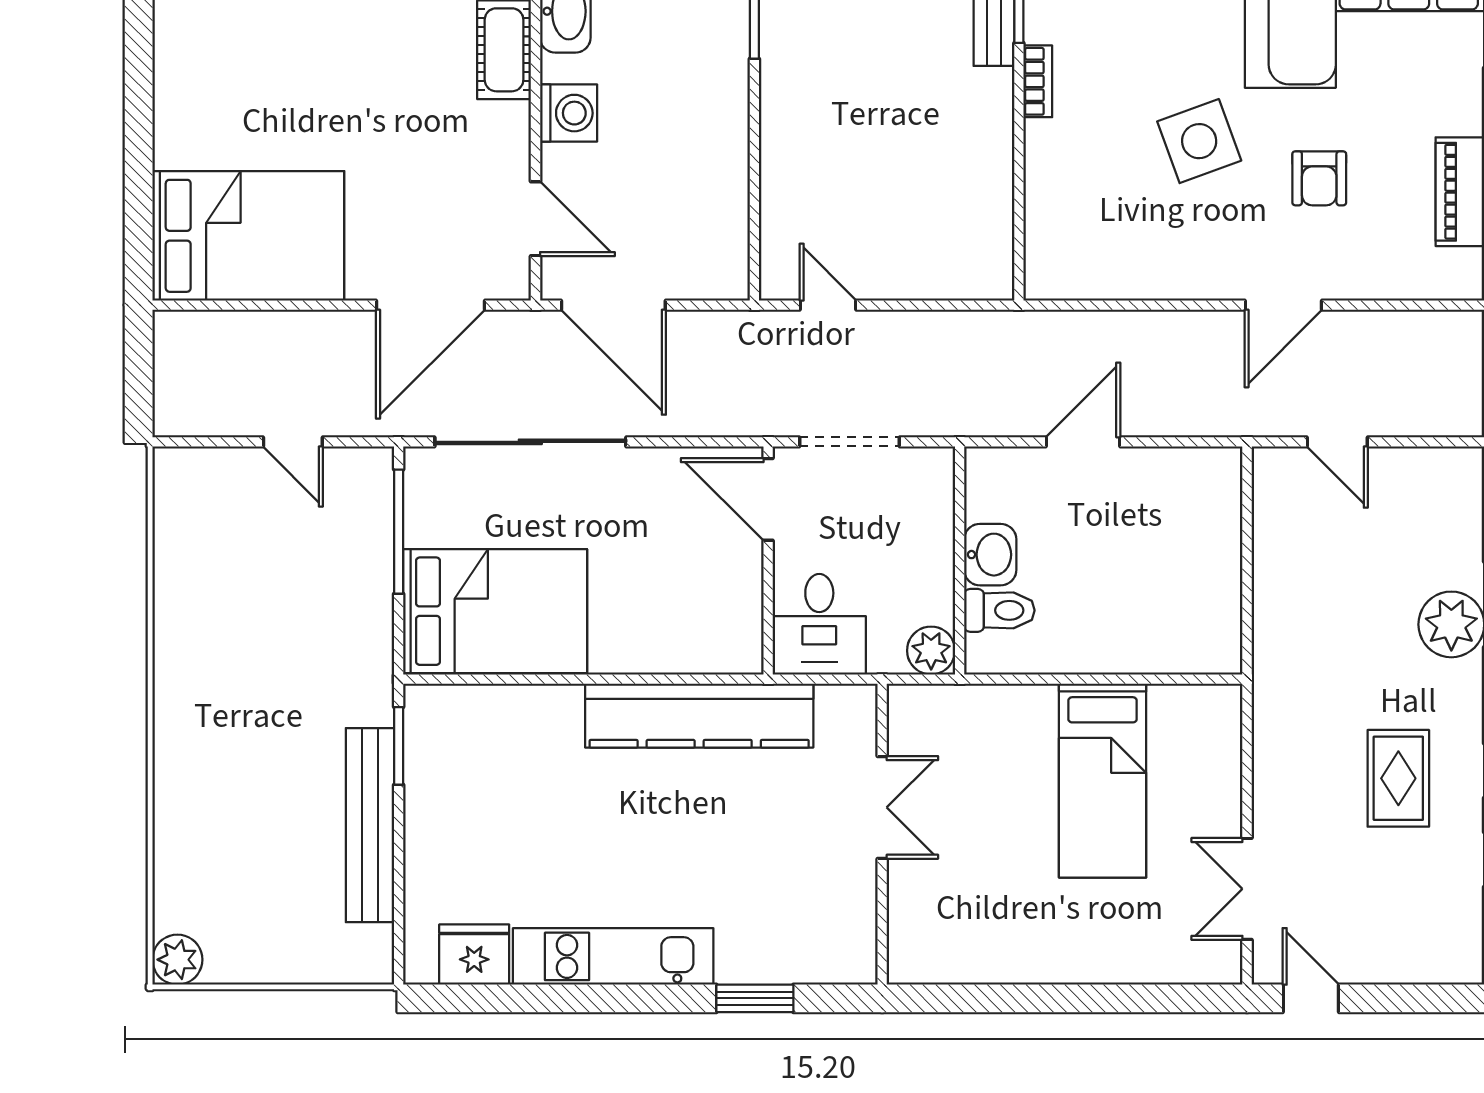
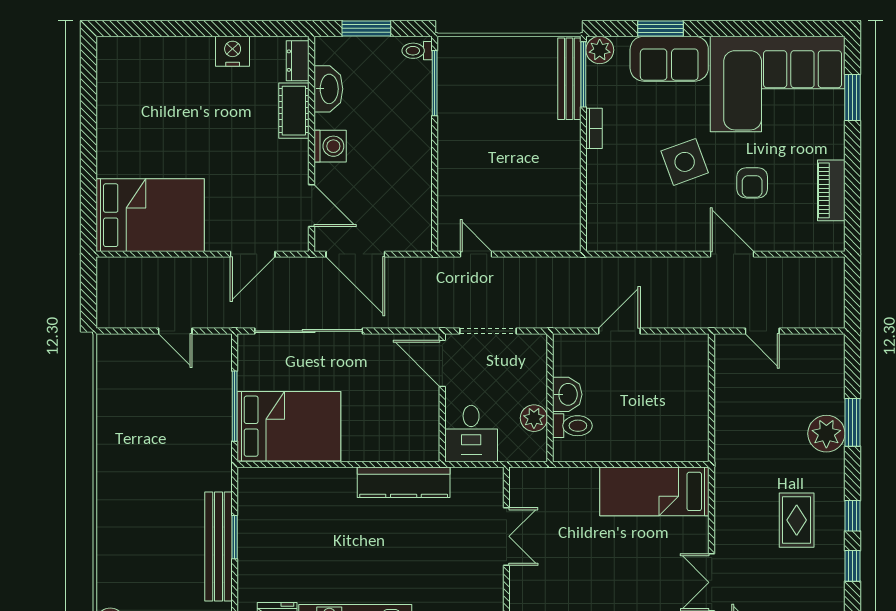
door: (430, 305) -> (253, 254), width x0.73
door: (1283, 305) -> (732, 254), swing flipped
window: (399, 532) -> (235, 406), moved
plant: (931, 651) -> (534, 418), moved
kitchen counter: (699, 716) -> (404, 482), width x0.72, depth x0.86
window: (399, 746) -> (235, 537), moved
bed: (1103, 781) -> (654, 491), moved, turned 90

